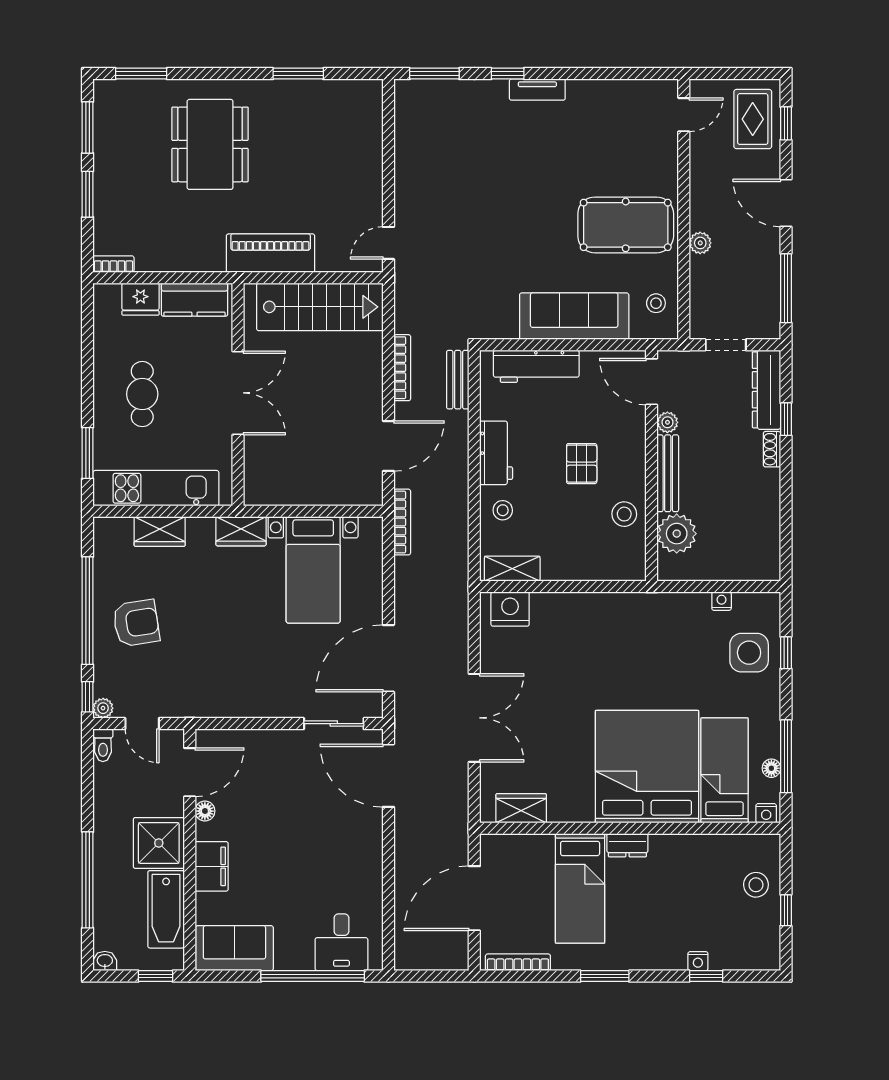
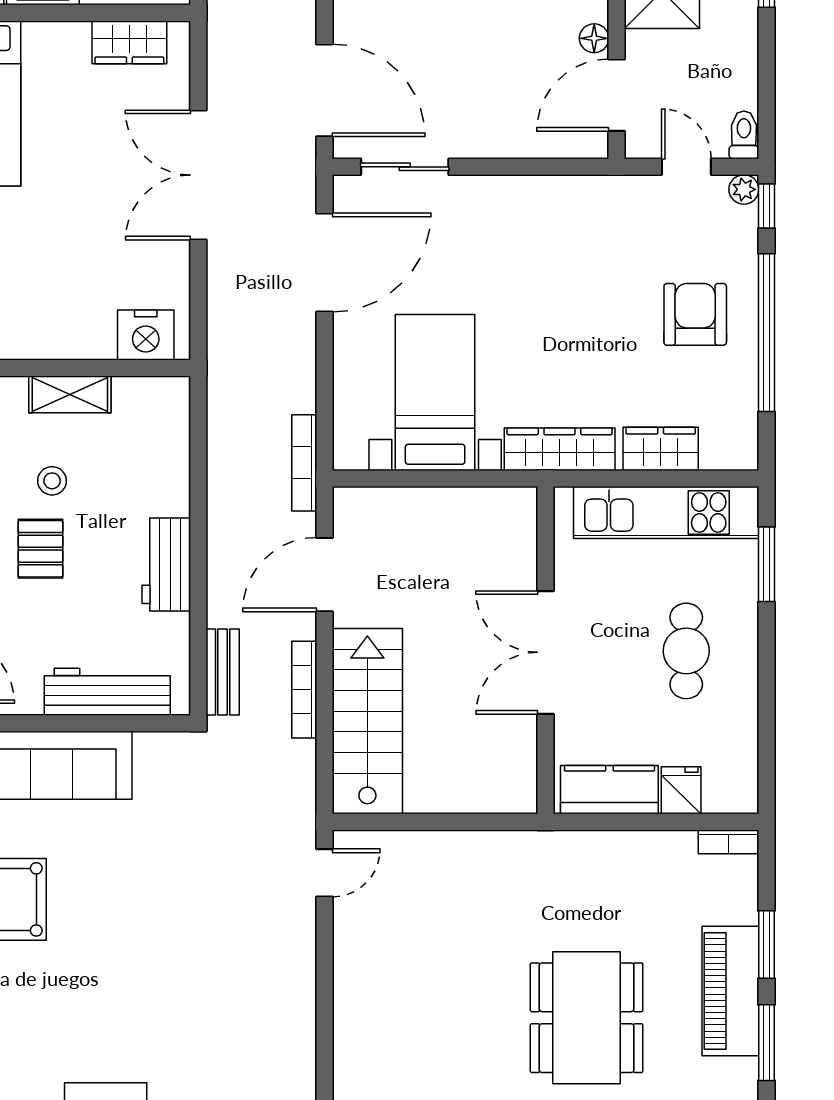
piano: (271, 253) -> (730, 991), moved, turned 90
fridge: (140, 299) -> (681, 790), width x0.72
stairs: (320, 307) -> (367, 721), moved, turned 90
stool: (503, 510) -> (52, 481), moved
wardrobe: (241, 531) -> (560, 449), width x1.50
shelving: (512, 569) -> (70, 394), moved
armchair: (136, 623) -> (695, 314), turned 99

